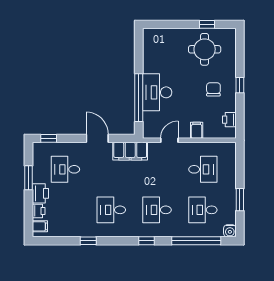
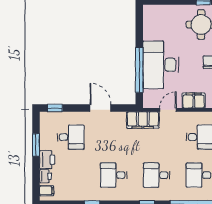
desk: (157, 92) -> (161, 65), width x1.36, depth x1.30
filing cabinet: (197, 130) -> (194, 100), width x2.00
filing cabinet: (130, 151) -> (143, 120), moved
desk: (65, 169) -> (71, 137), turned 180

